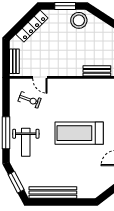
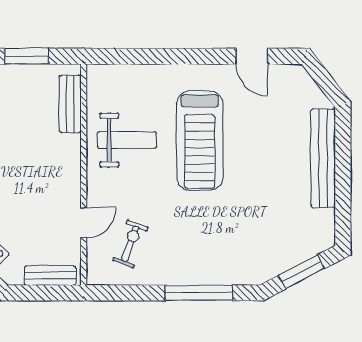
weight bench: (26, 142) -> (127, 140), moved
bench: (53, 192) -> (323, 158), moved

